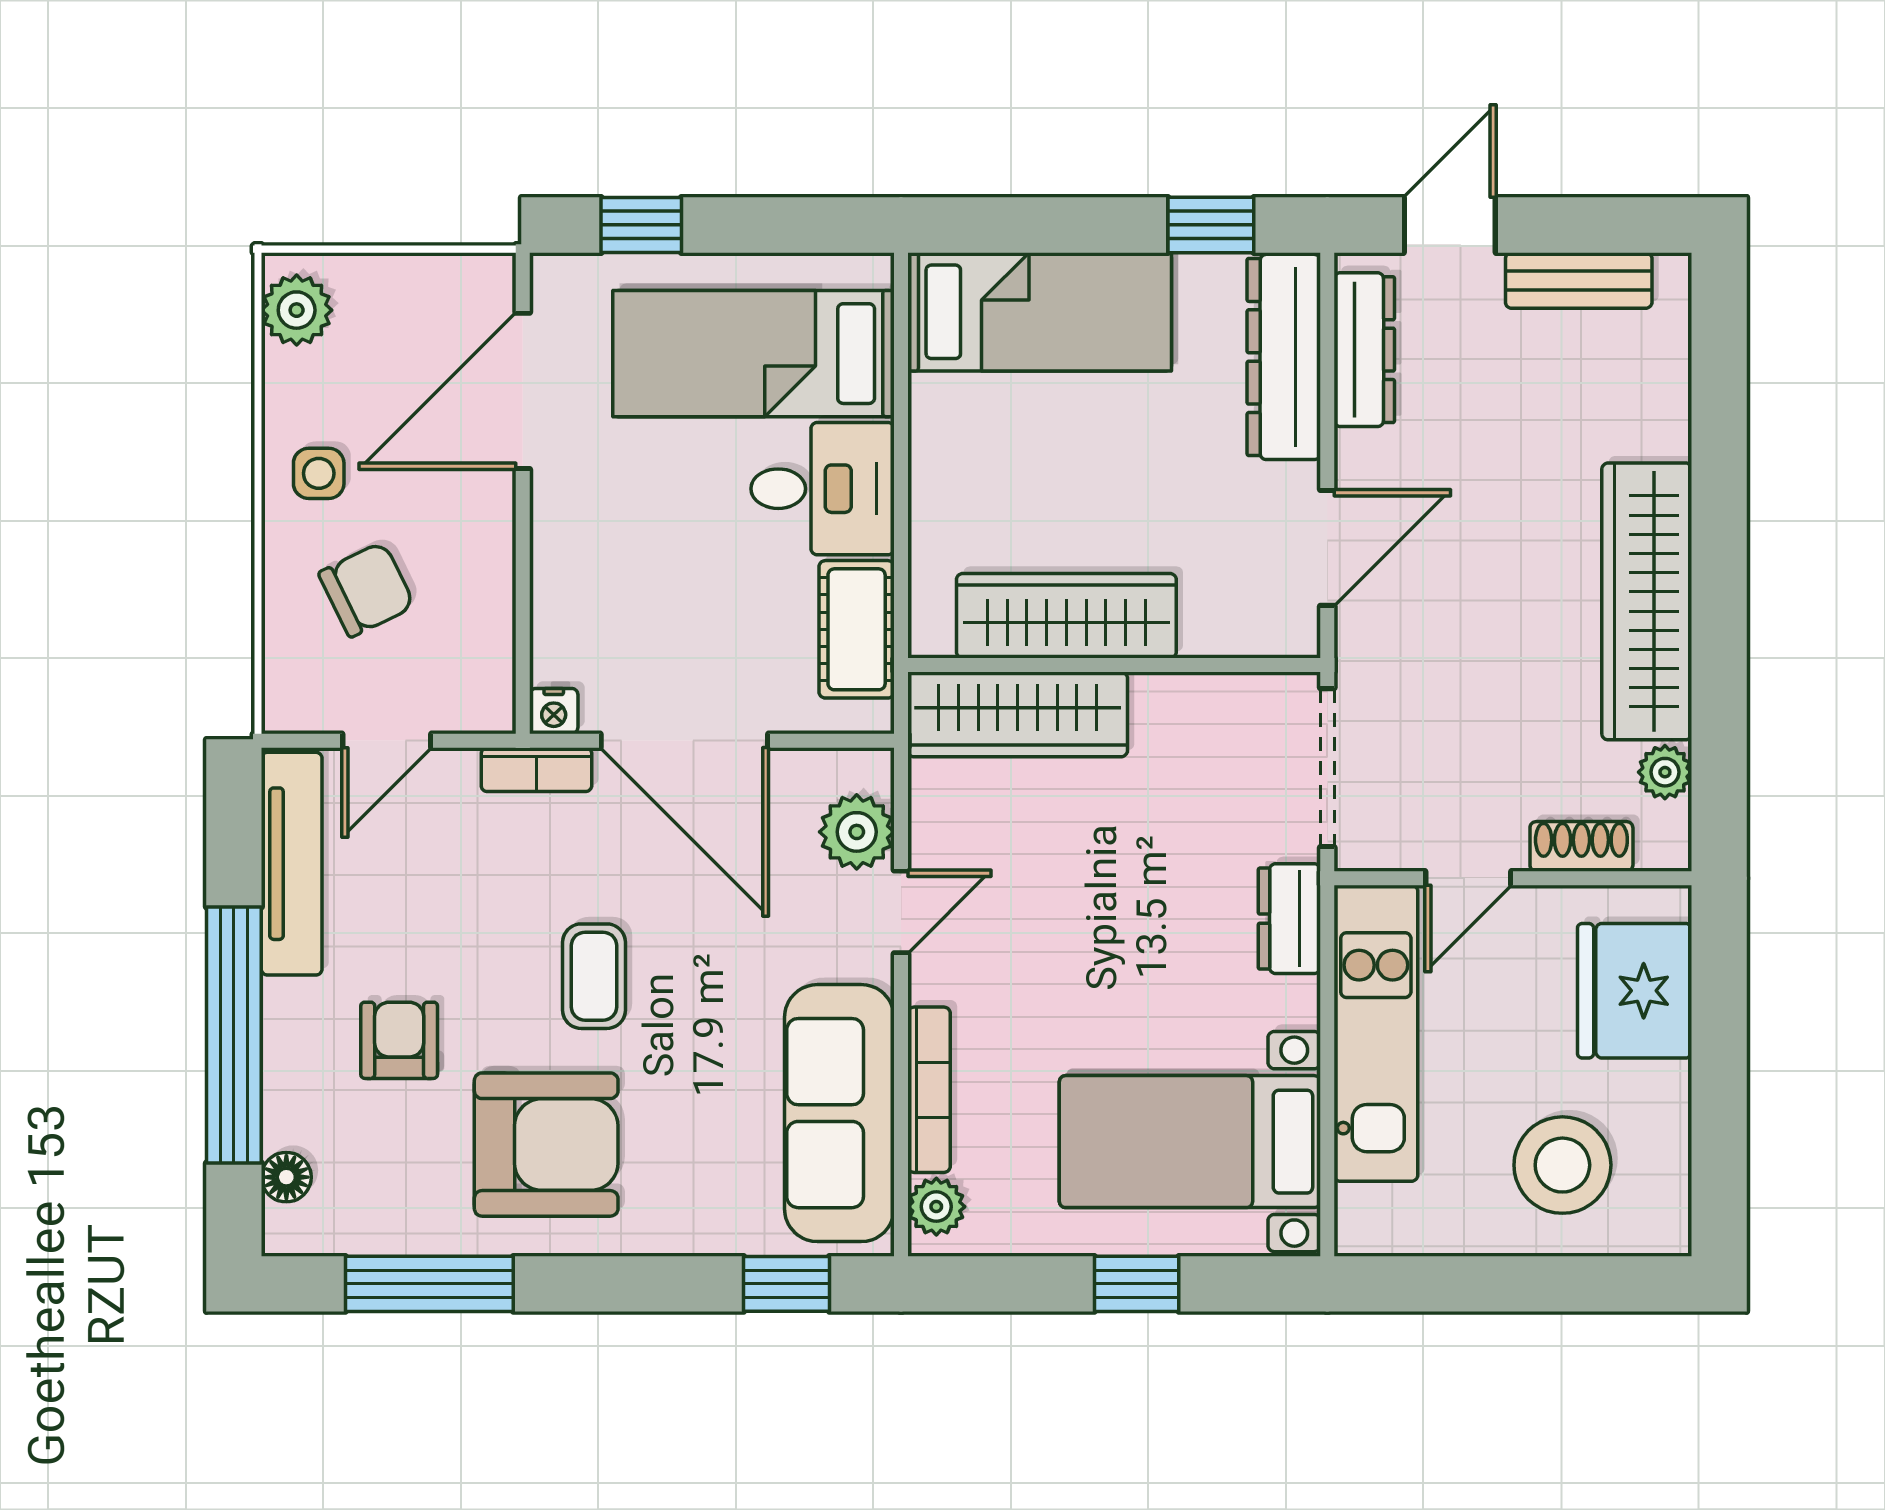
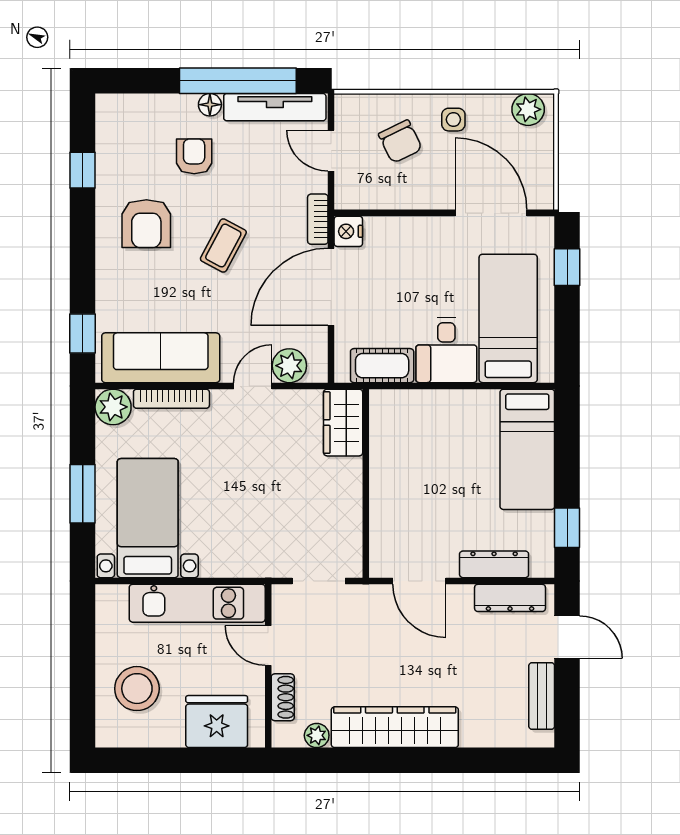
dresser: (1284, 357) -> (494, 564), width x0.73, depth x0.80
wardrobe: (1066, 616) -> (388, 462), removed
nightstand: (554, 711) -> (348, 231), width x1.39, depth x1.35
wardrobe: (1018, 714) -> (343, 423), width x0.67
doorway: (1327, 768) -> (319, 581), width x0.73
door: (901, 912) -> (253, 386), swing flipped
dresser: (1289, 919) -> (250, 564), removed
coffee table: (594, 976) -> (223, 245), turned -62
window: (234, 1035) -> (238, 81), moved
armchair: (399, 1040) -> (194, 156), turned -90
armchair: (546, 1145) -> (146, 224), width x0.73, depth x0.73
floor lamp: (286, 1177) -> (210, 105), moved
plant: (936, 1207) -> (113, 407), width x1.38, depth x1.38
window: (429, 1284) -> (83, 170), width x0.46
window: (1137, 1284) -> (83, 494), width x1.50

